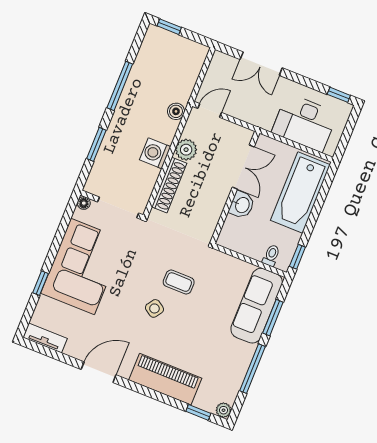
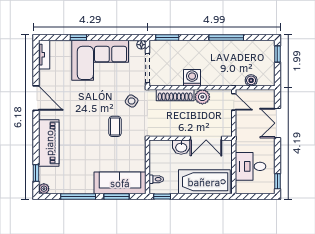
boiler: (176, 111) -> (251, 80), moved
desk: (305, 123) -> (251, 166), width x0.73
window: (96, 144) -> (167, 38), moved
side table: (154, 308) -> (132, 101), moved

